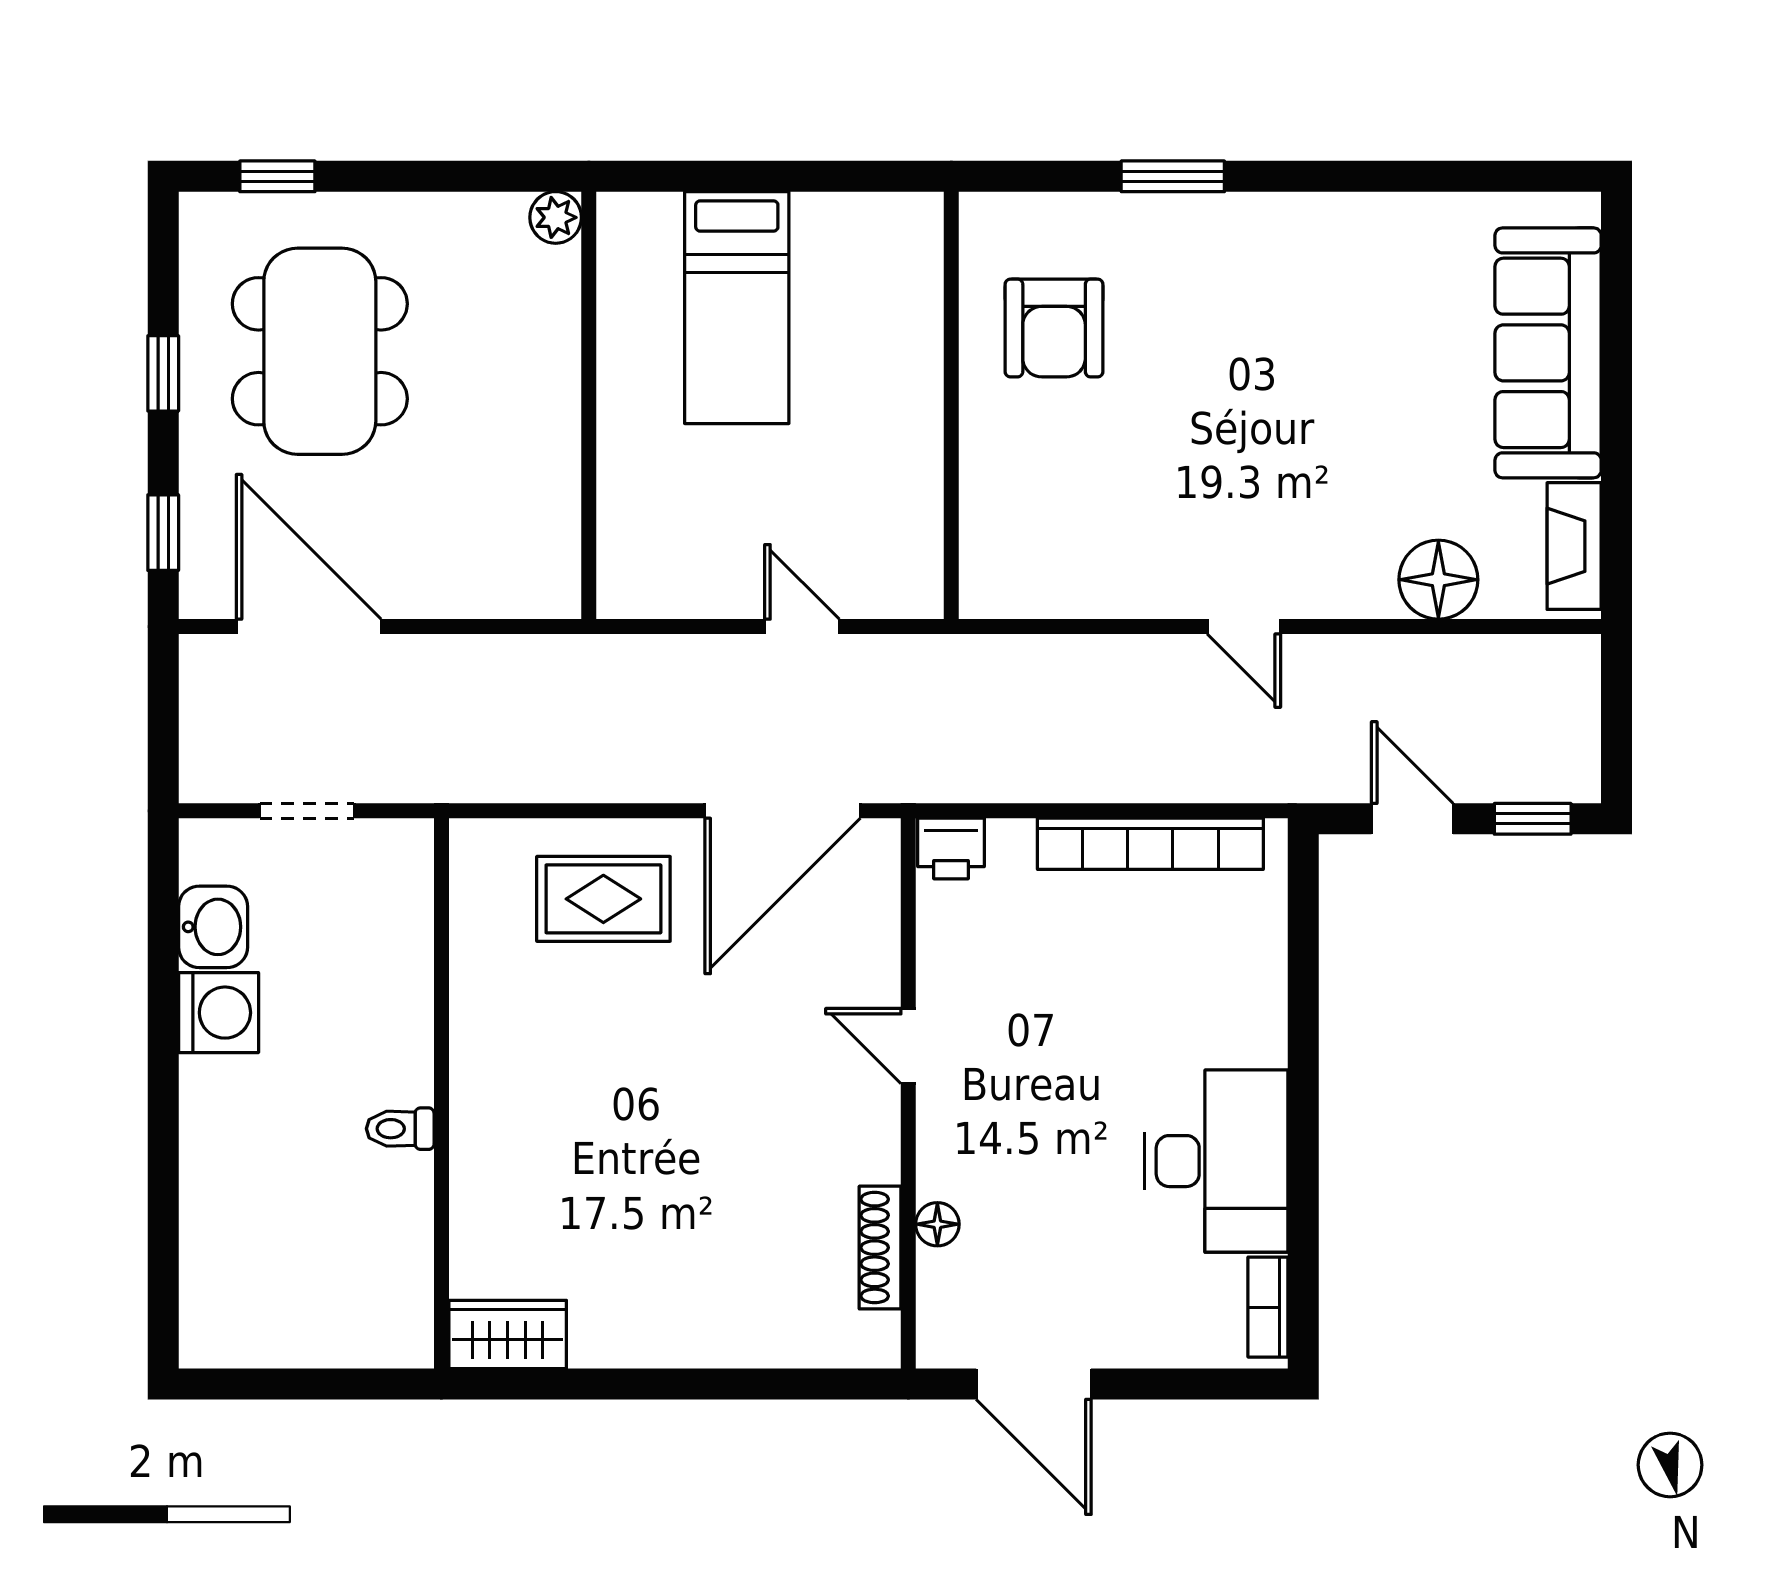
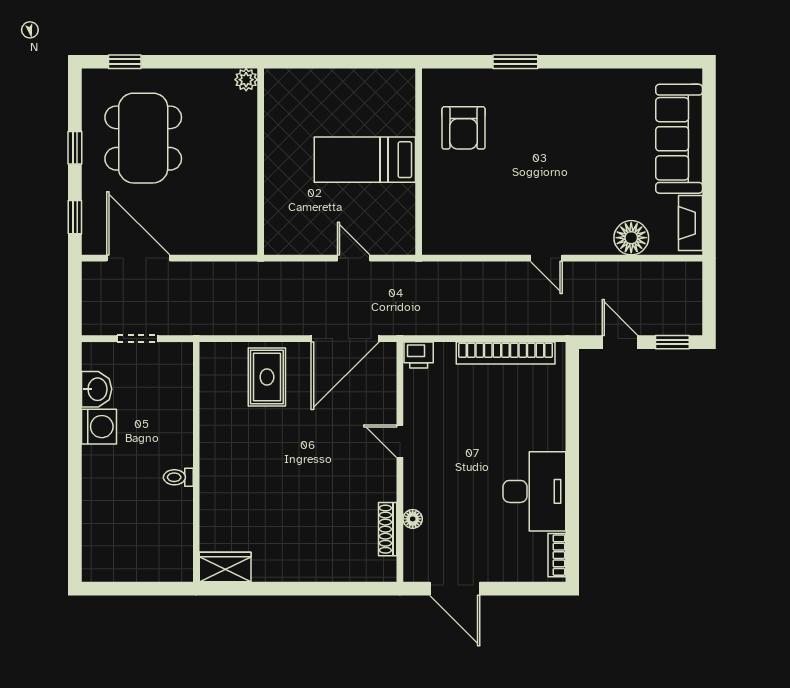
bed: (737, 308) -> (365, 160), moved, turned 90
rug: (603, 899) -> (267, 377), turned 90

